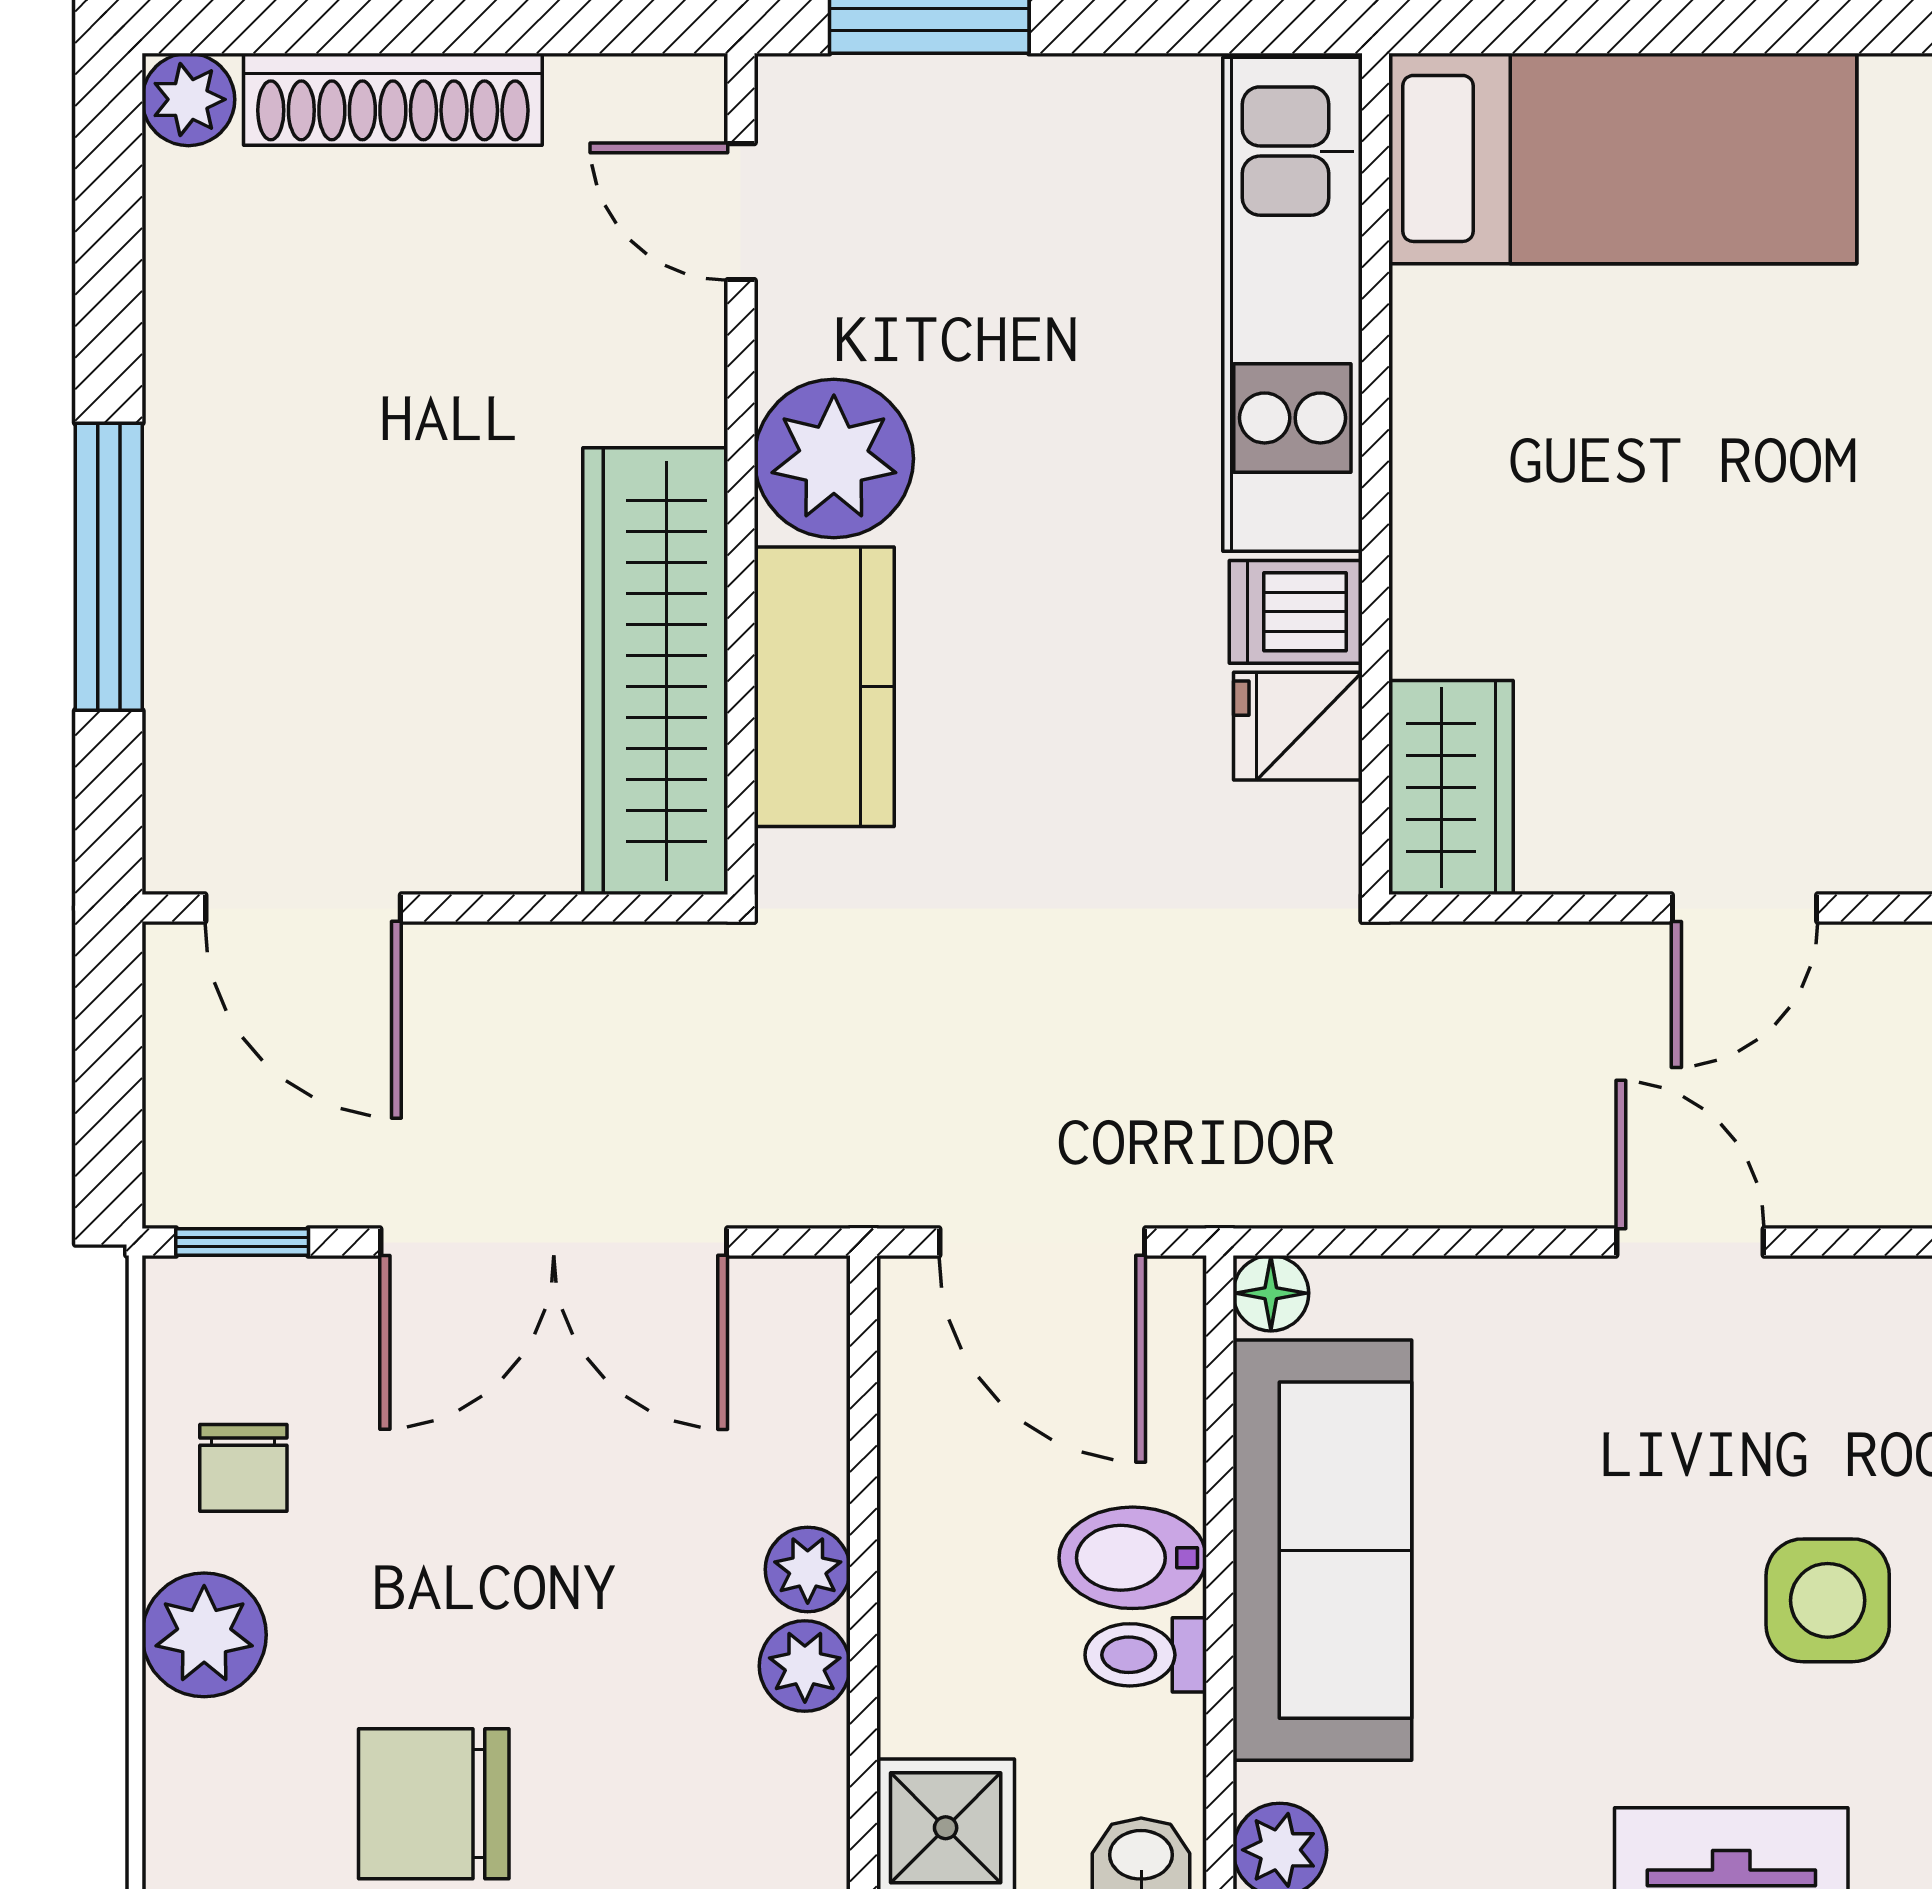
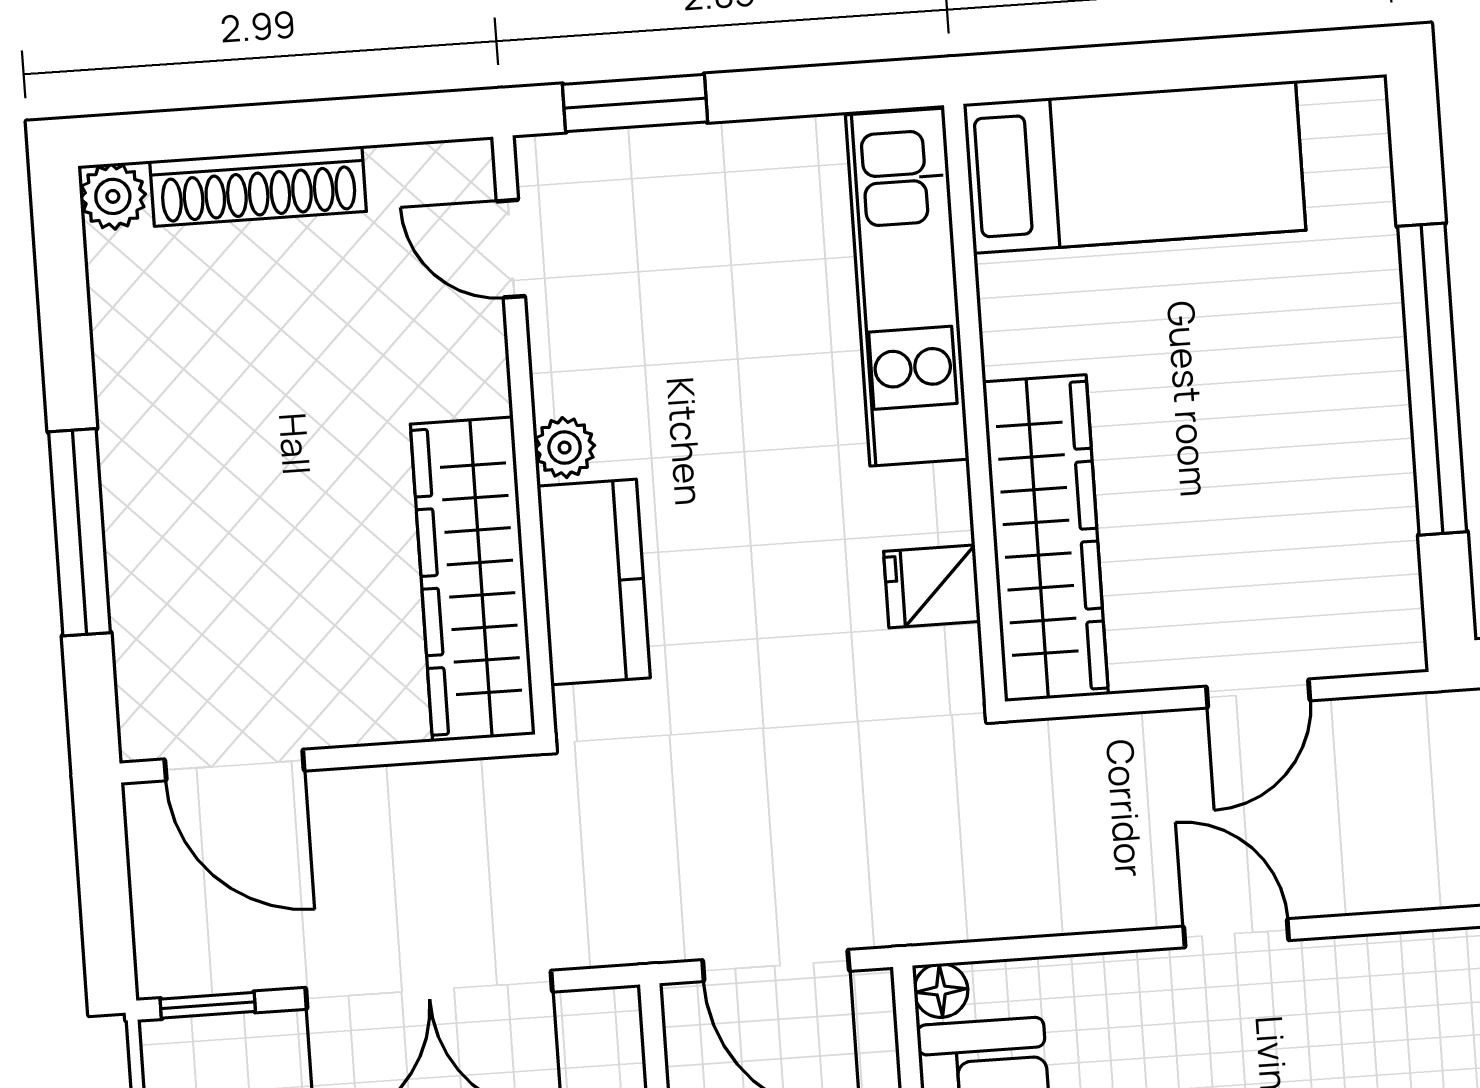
plant: (834, 459) -> (565, 448), width x0.53, depth x0.53
dishwasher: (1296, 612) -> (925, 505), removed
wardrobe: (1451, 788) -> (1045, 538), width x2.10, depth x1.17

